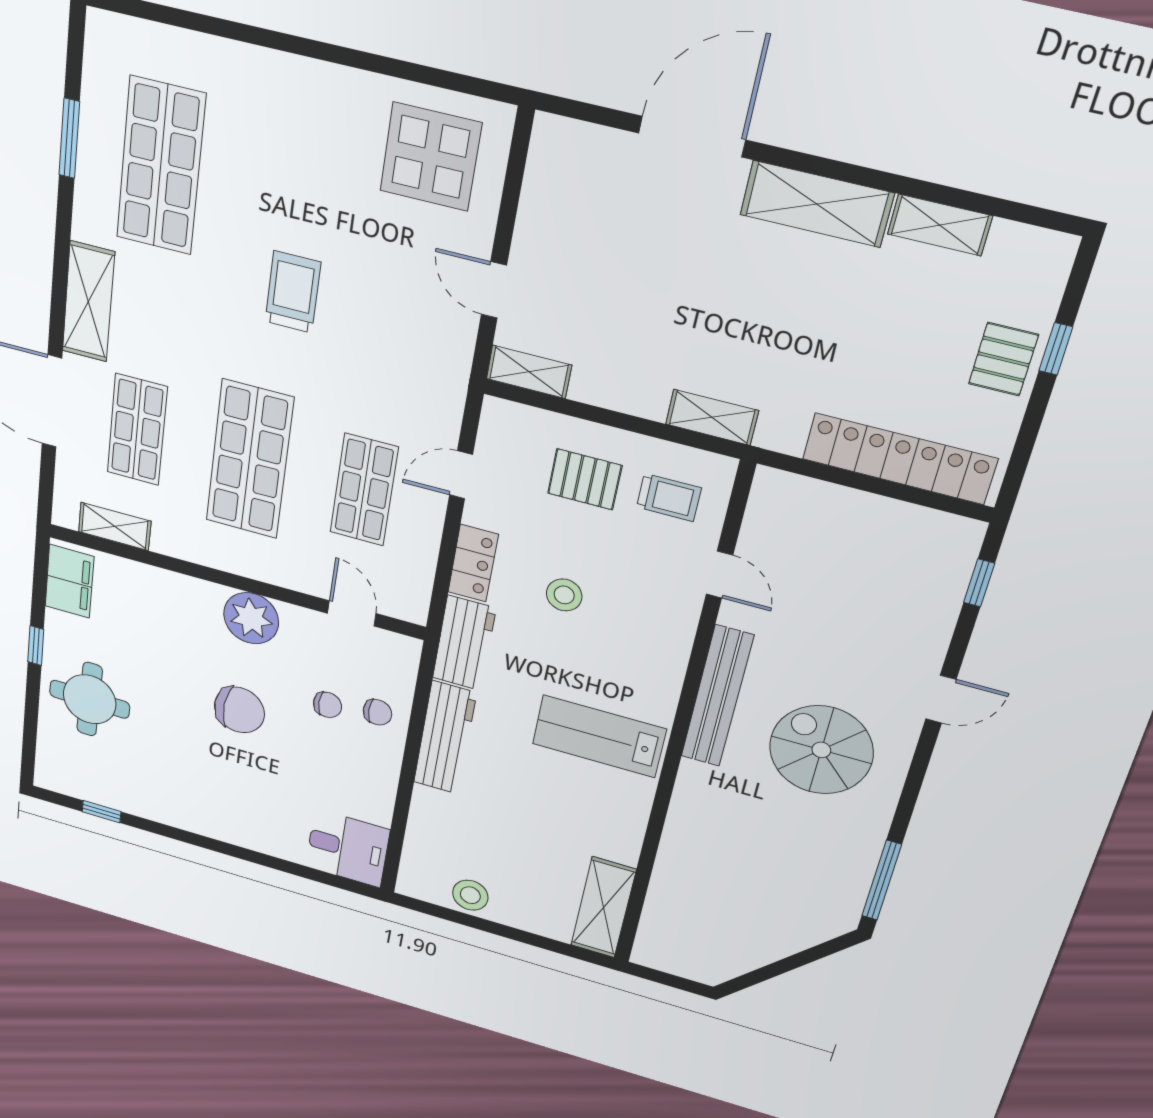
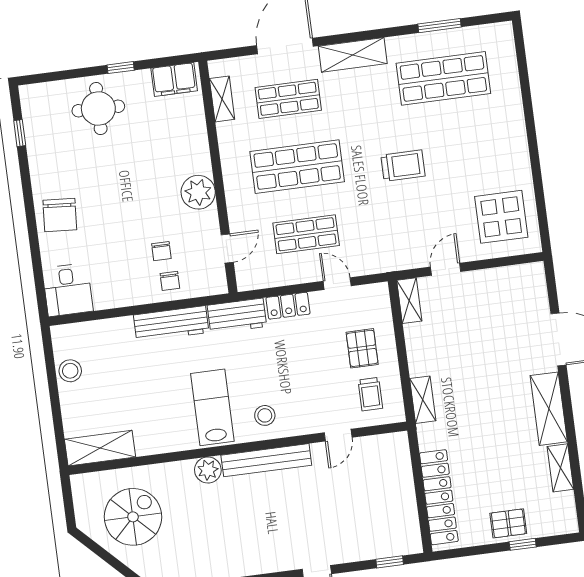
stool: (564, 595) -> (265, 415), moved
chair: (239, 710) -> (60, 215), moved
spiral stairs: (821, 750) -> (133, 517), moved
plant: (698, 783) -> (208, 470), added

